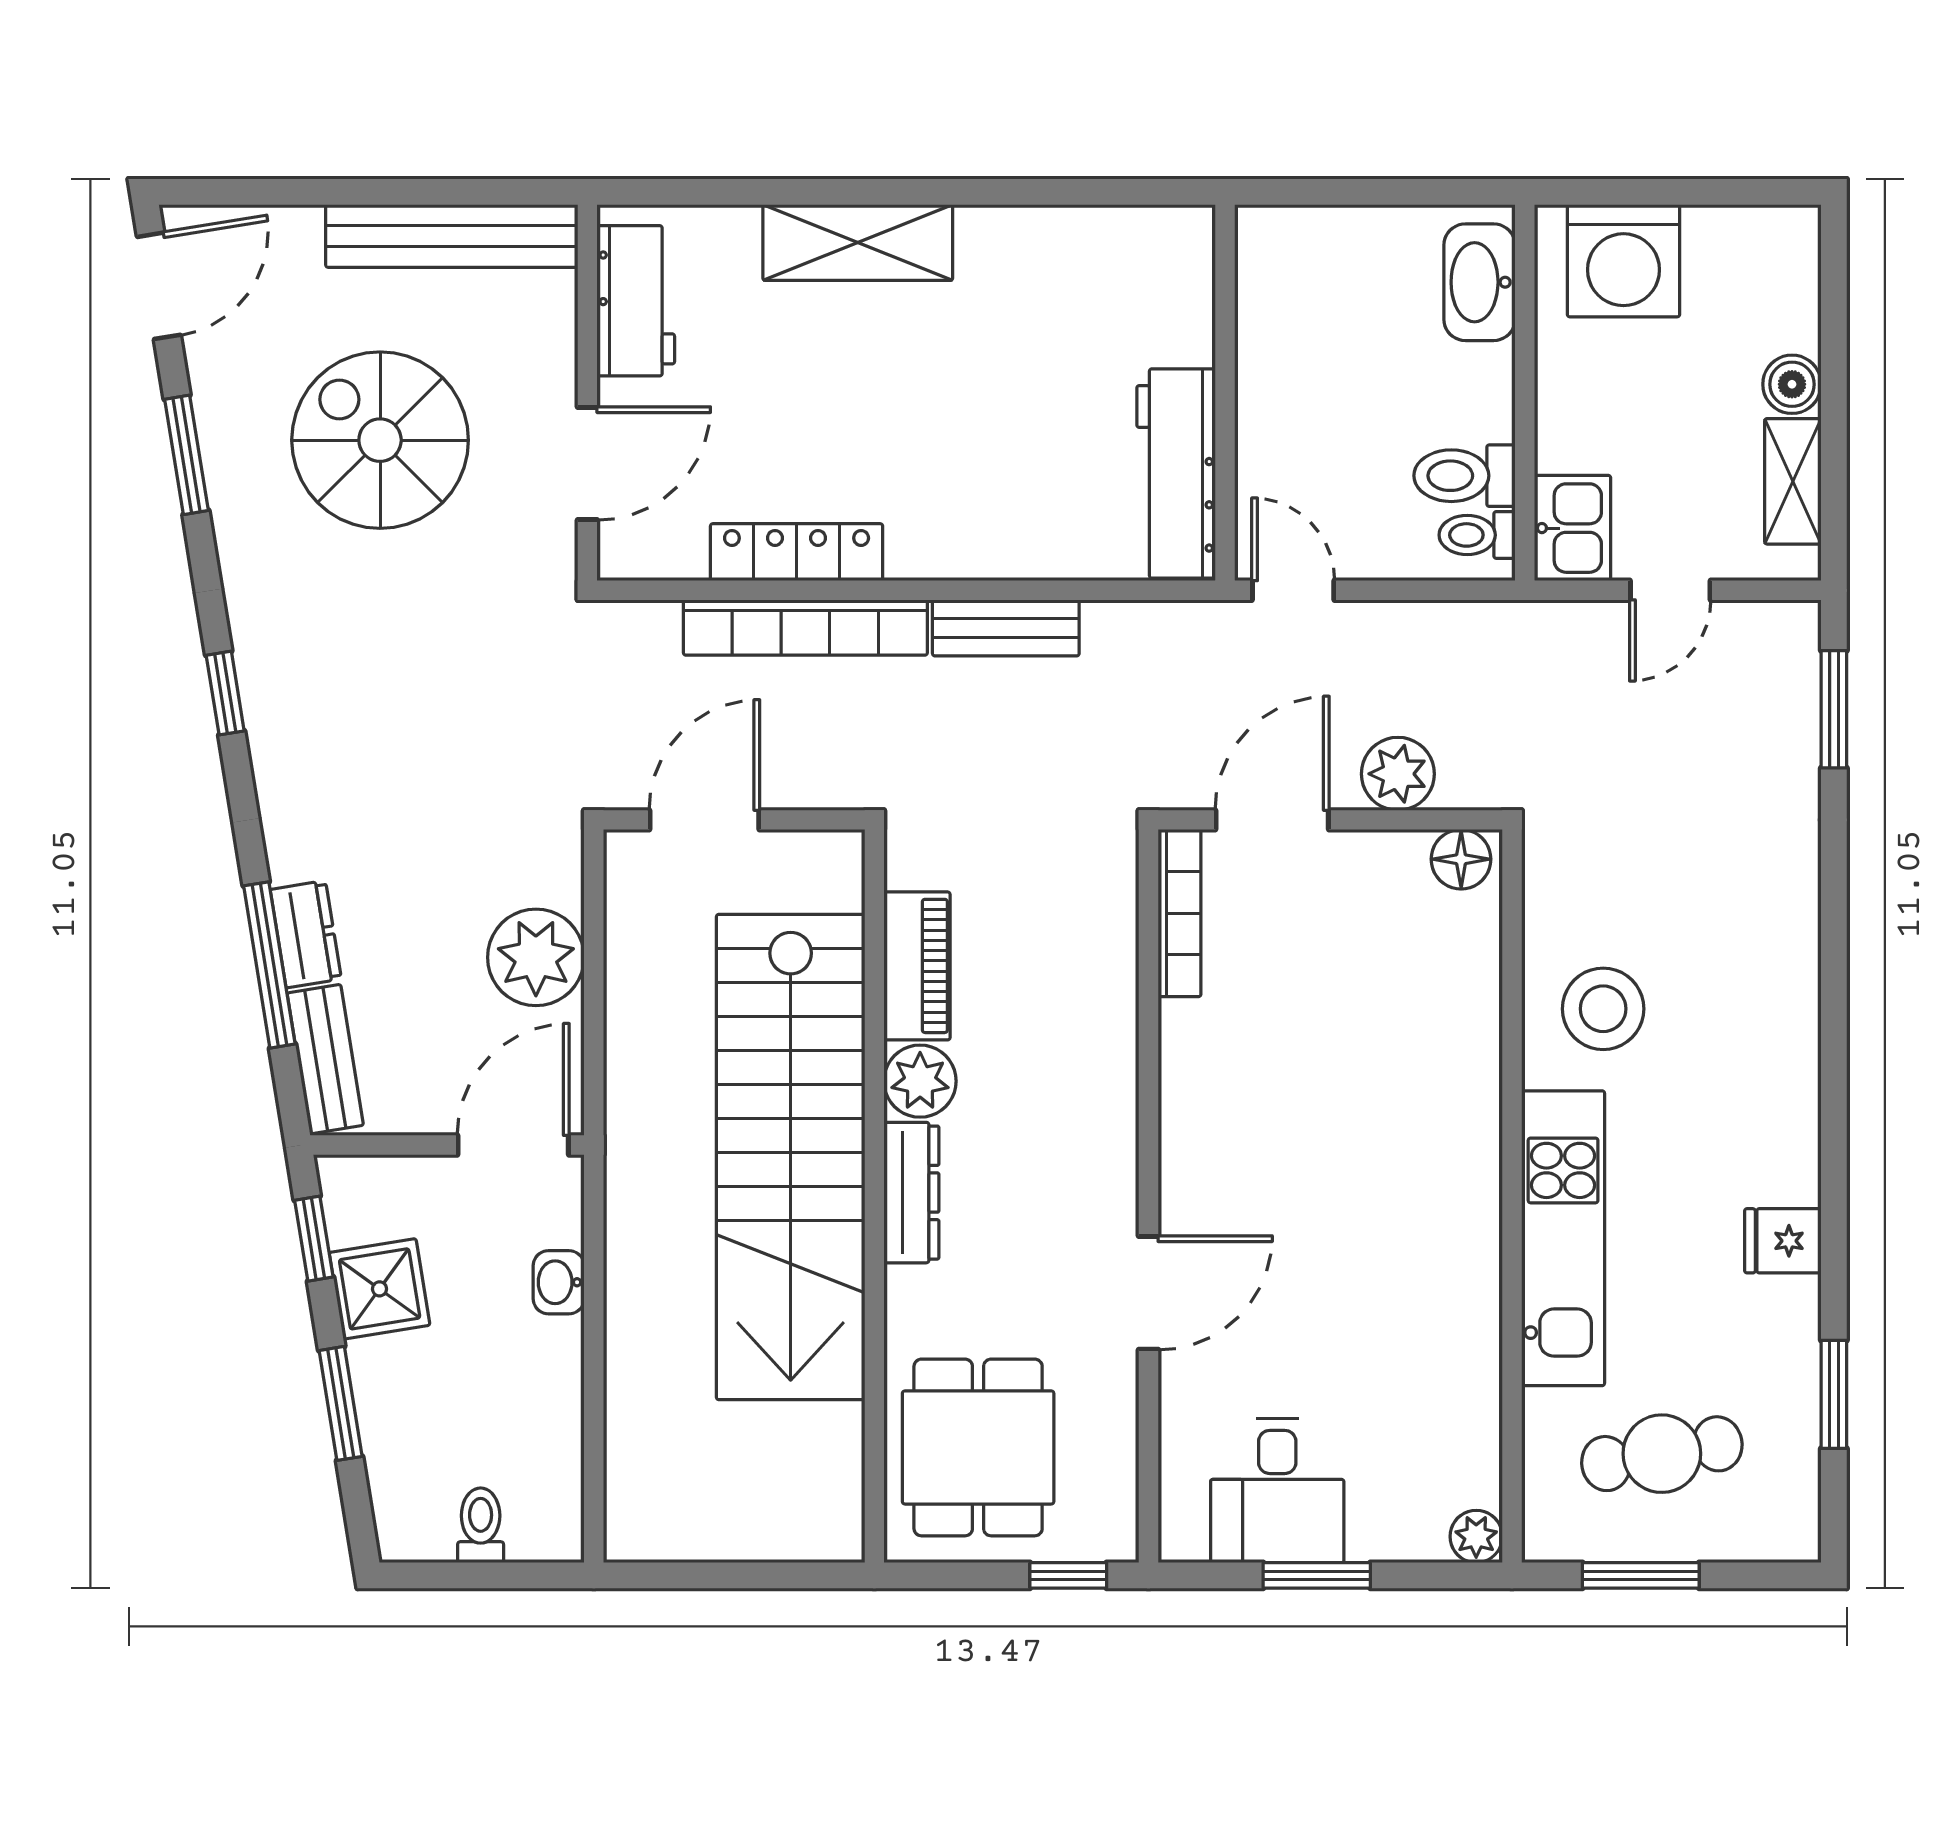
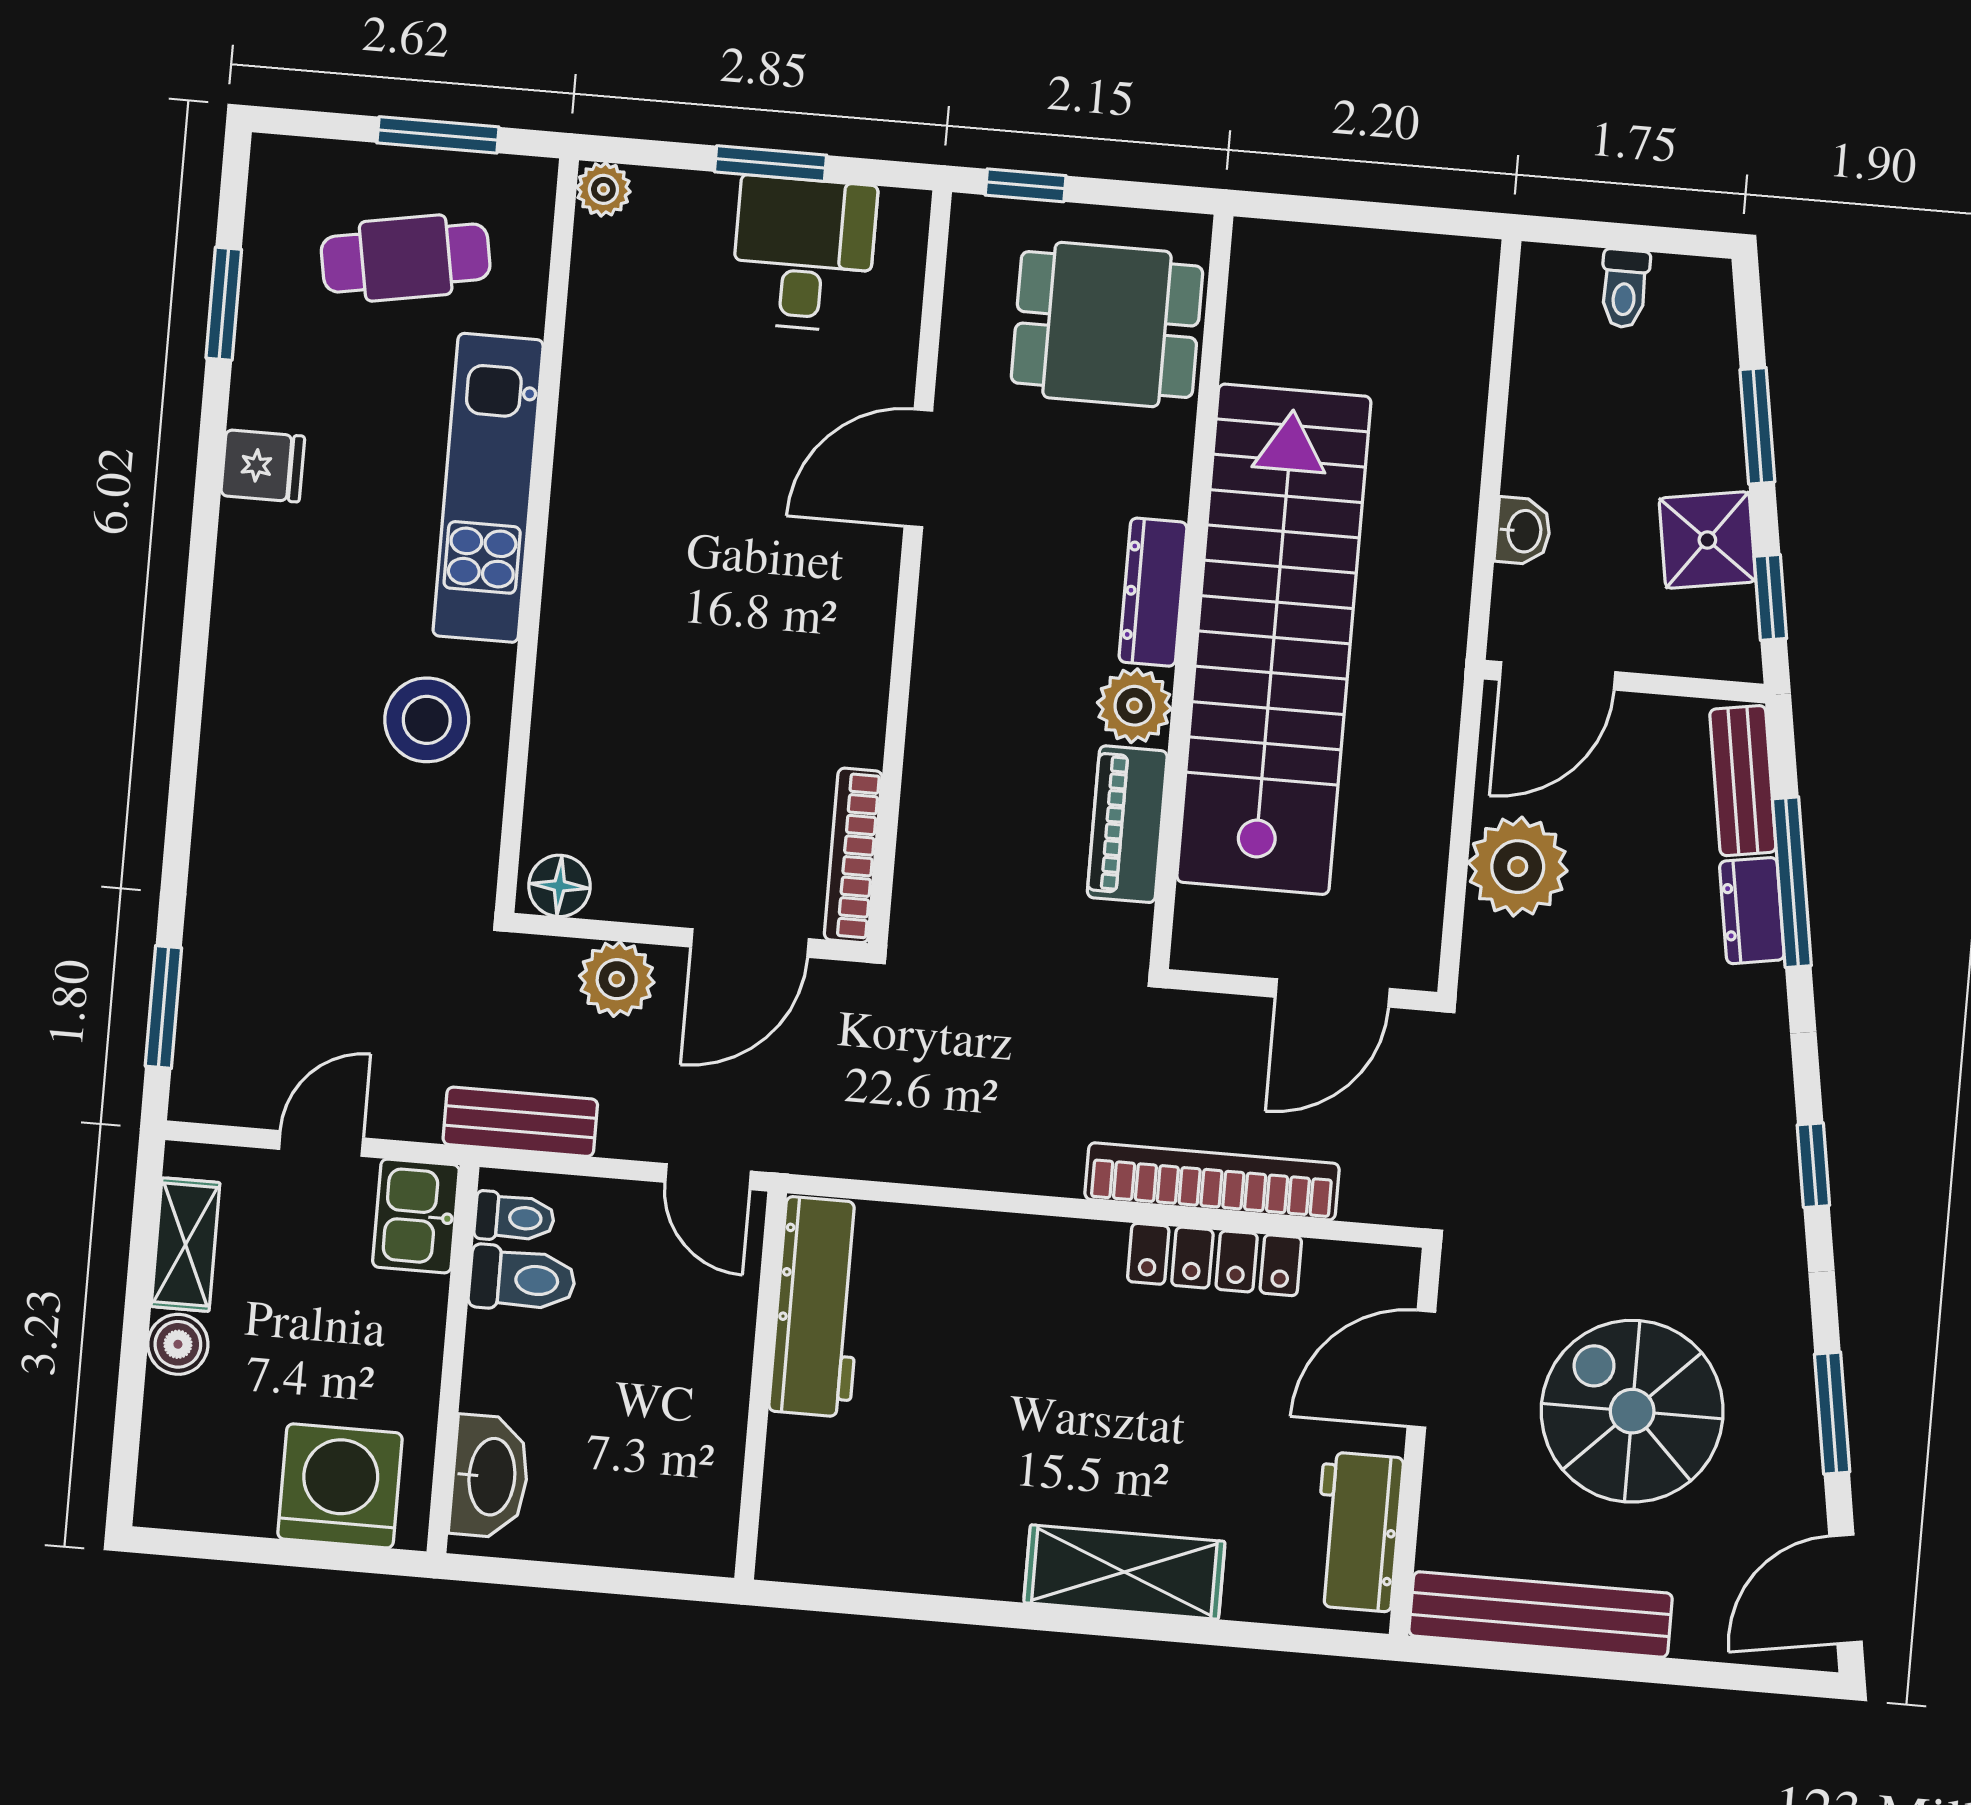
spiral stairs: (380, 440) -> (1632, 1411), turned 180
bench: (1006, 628) -> (520, 1122), moved
dining table: (978, 1447) -> (1107, 325), turned 90

